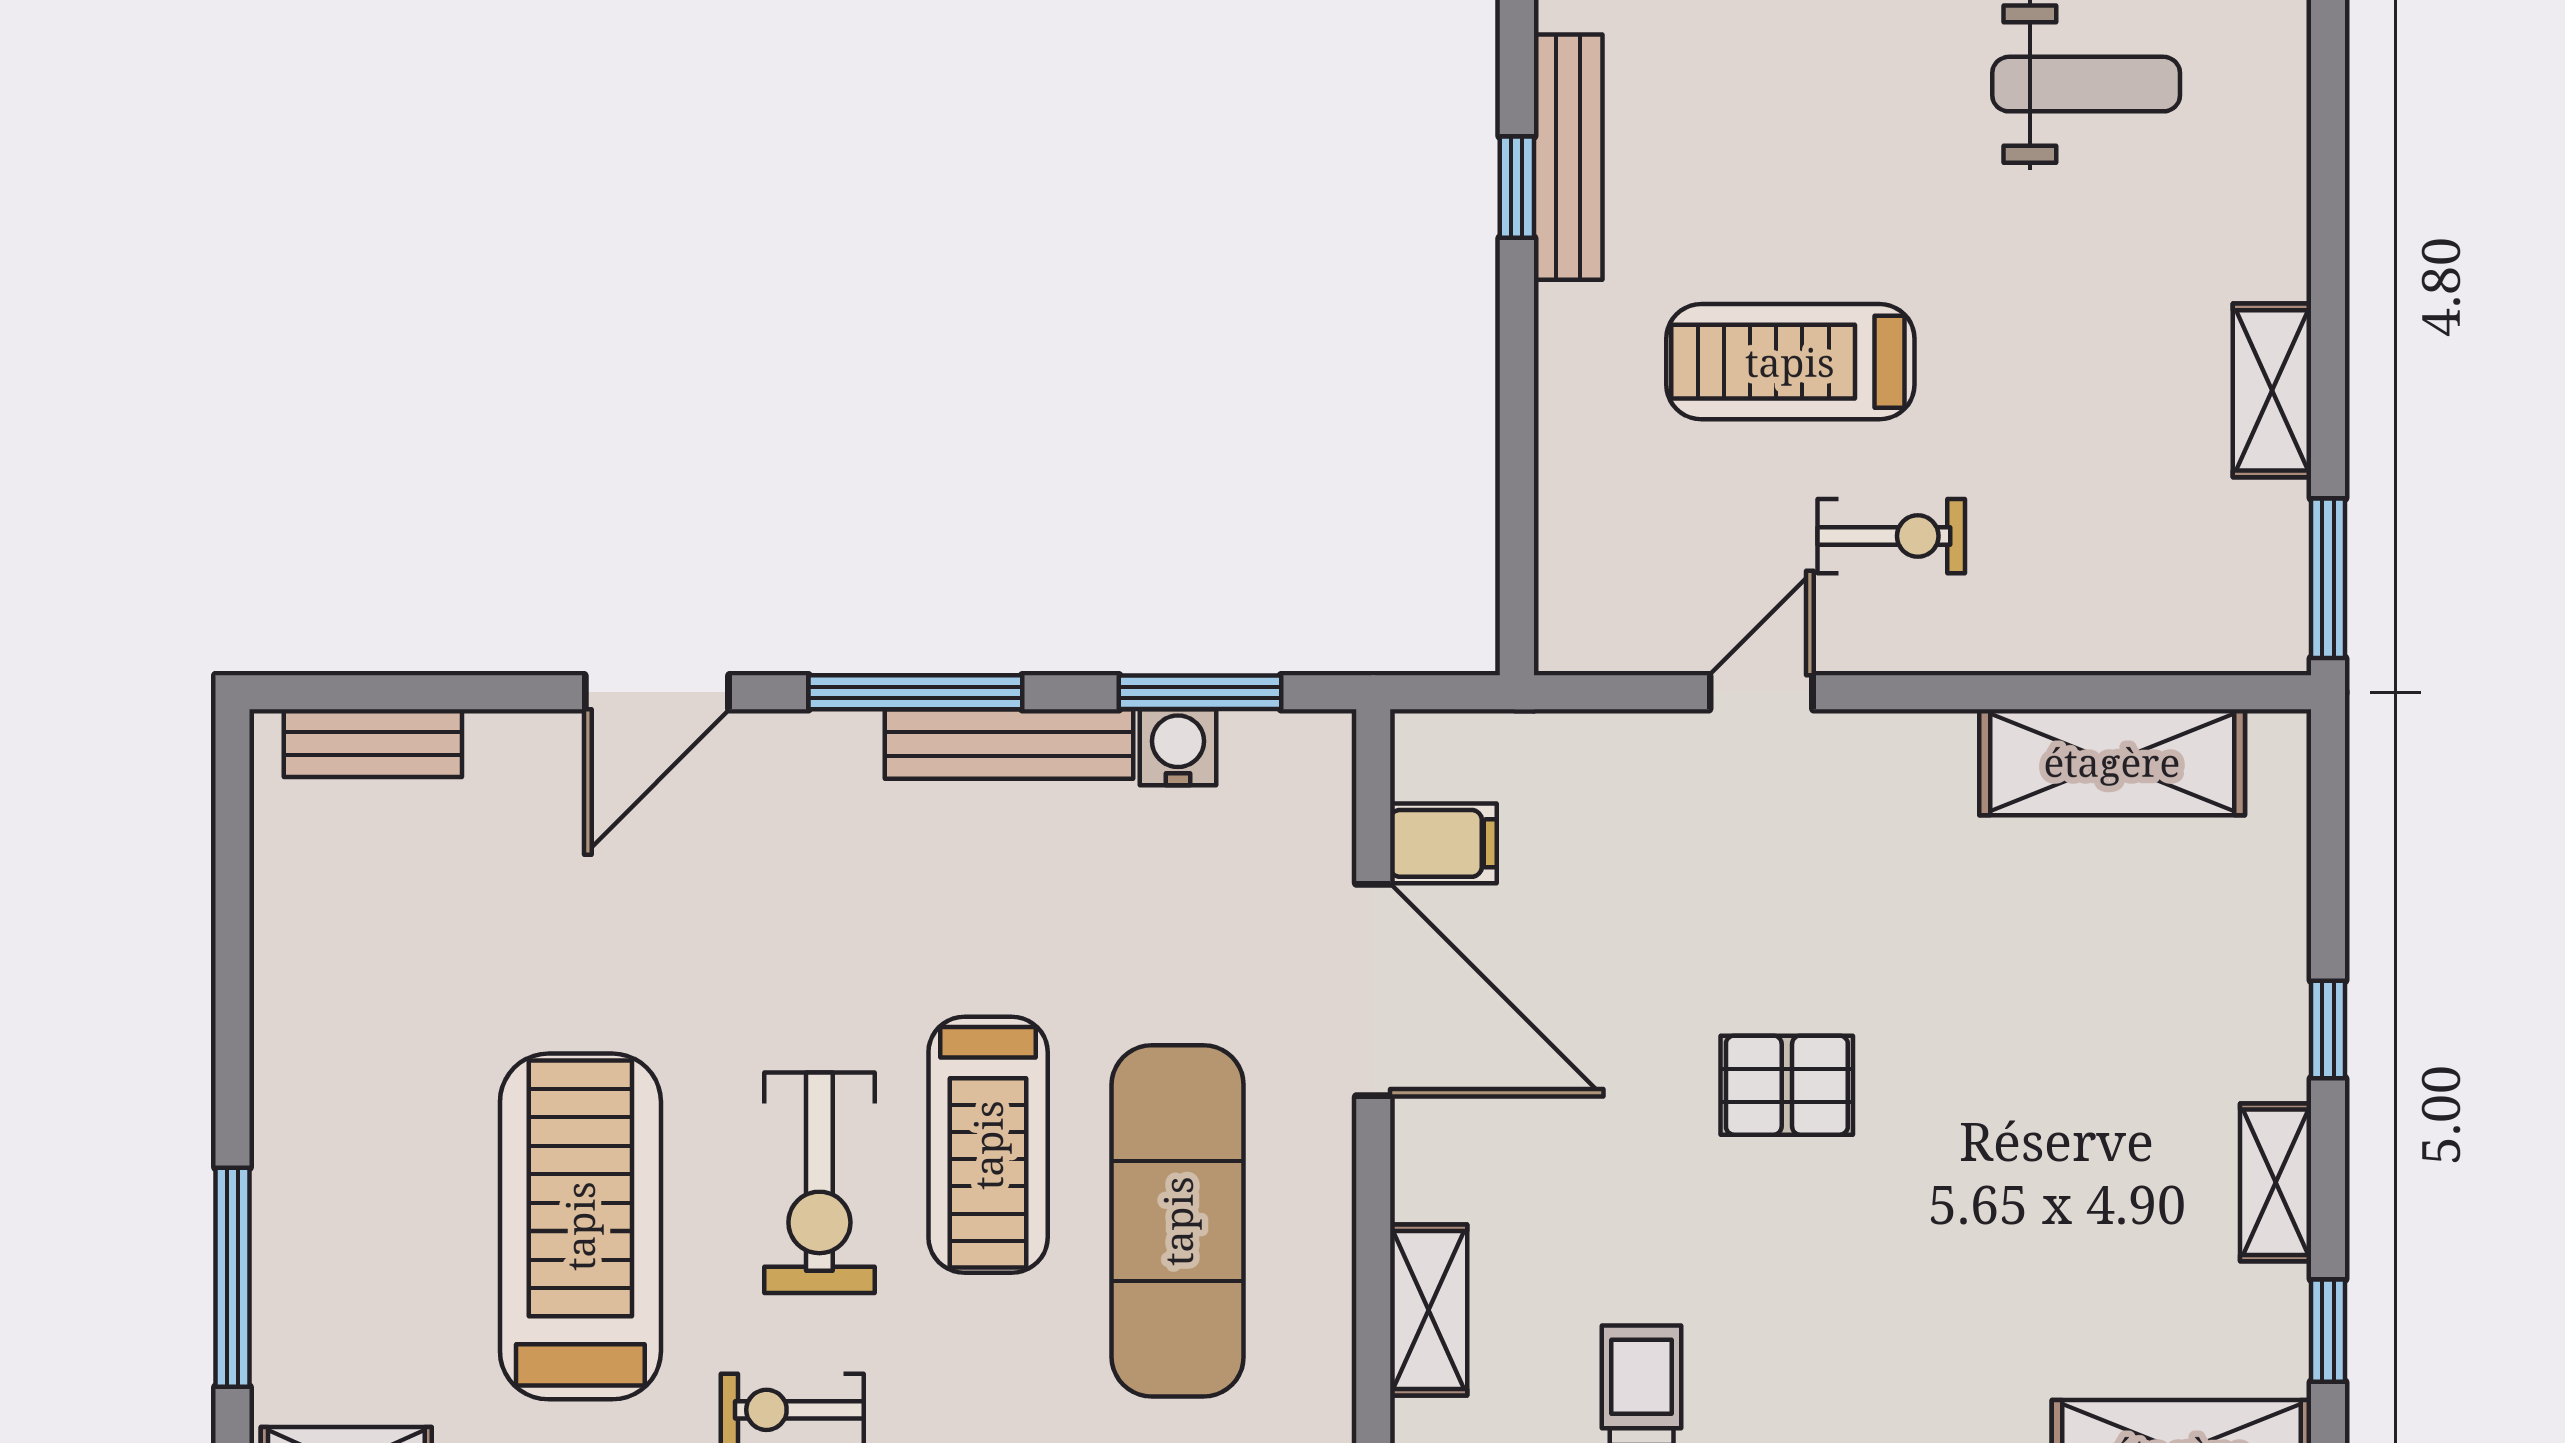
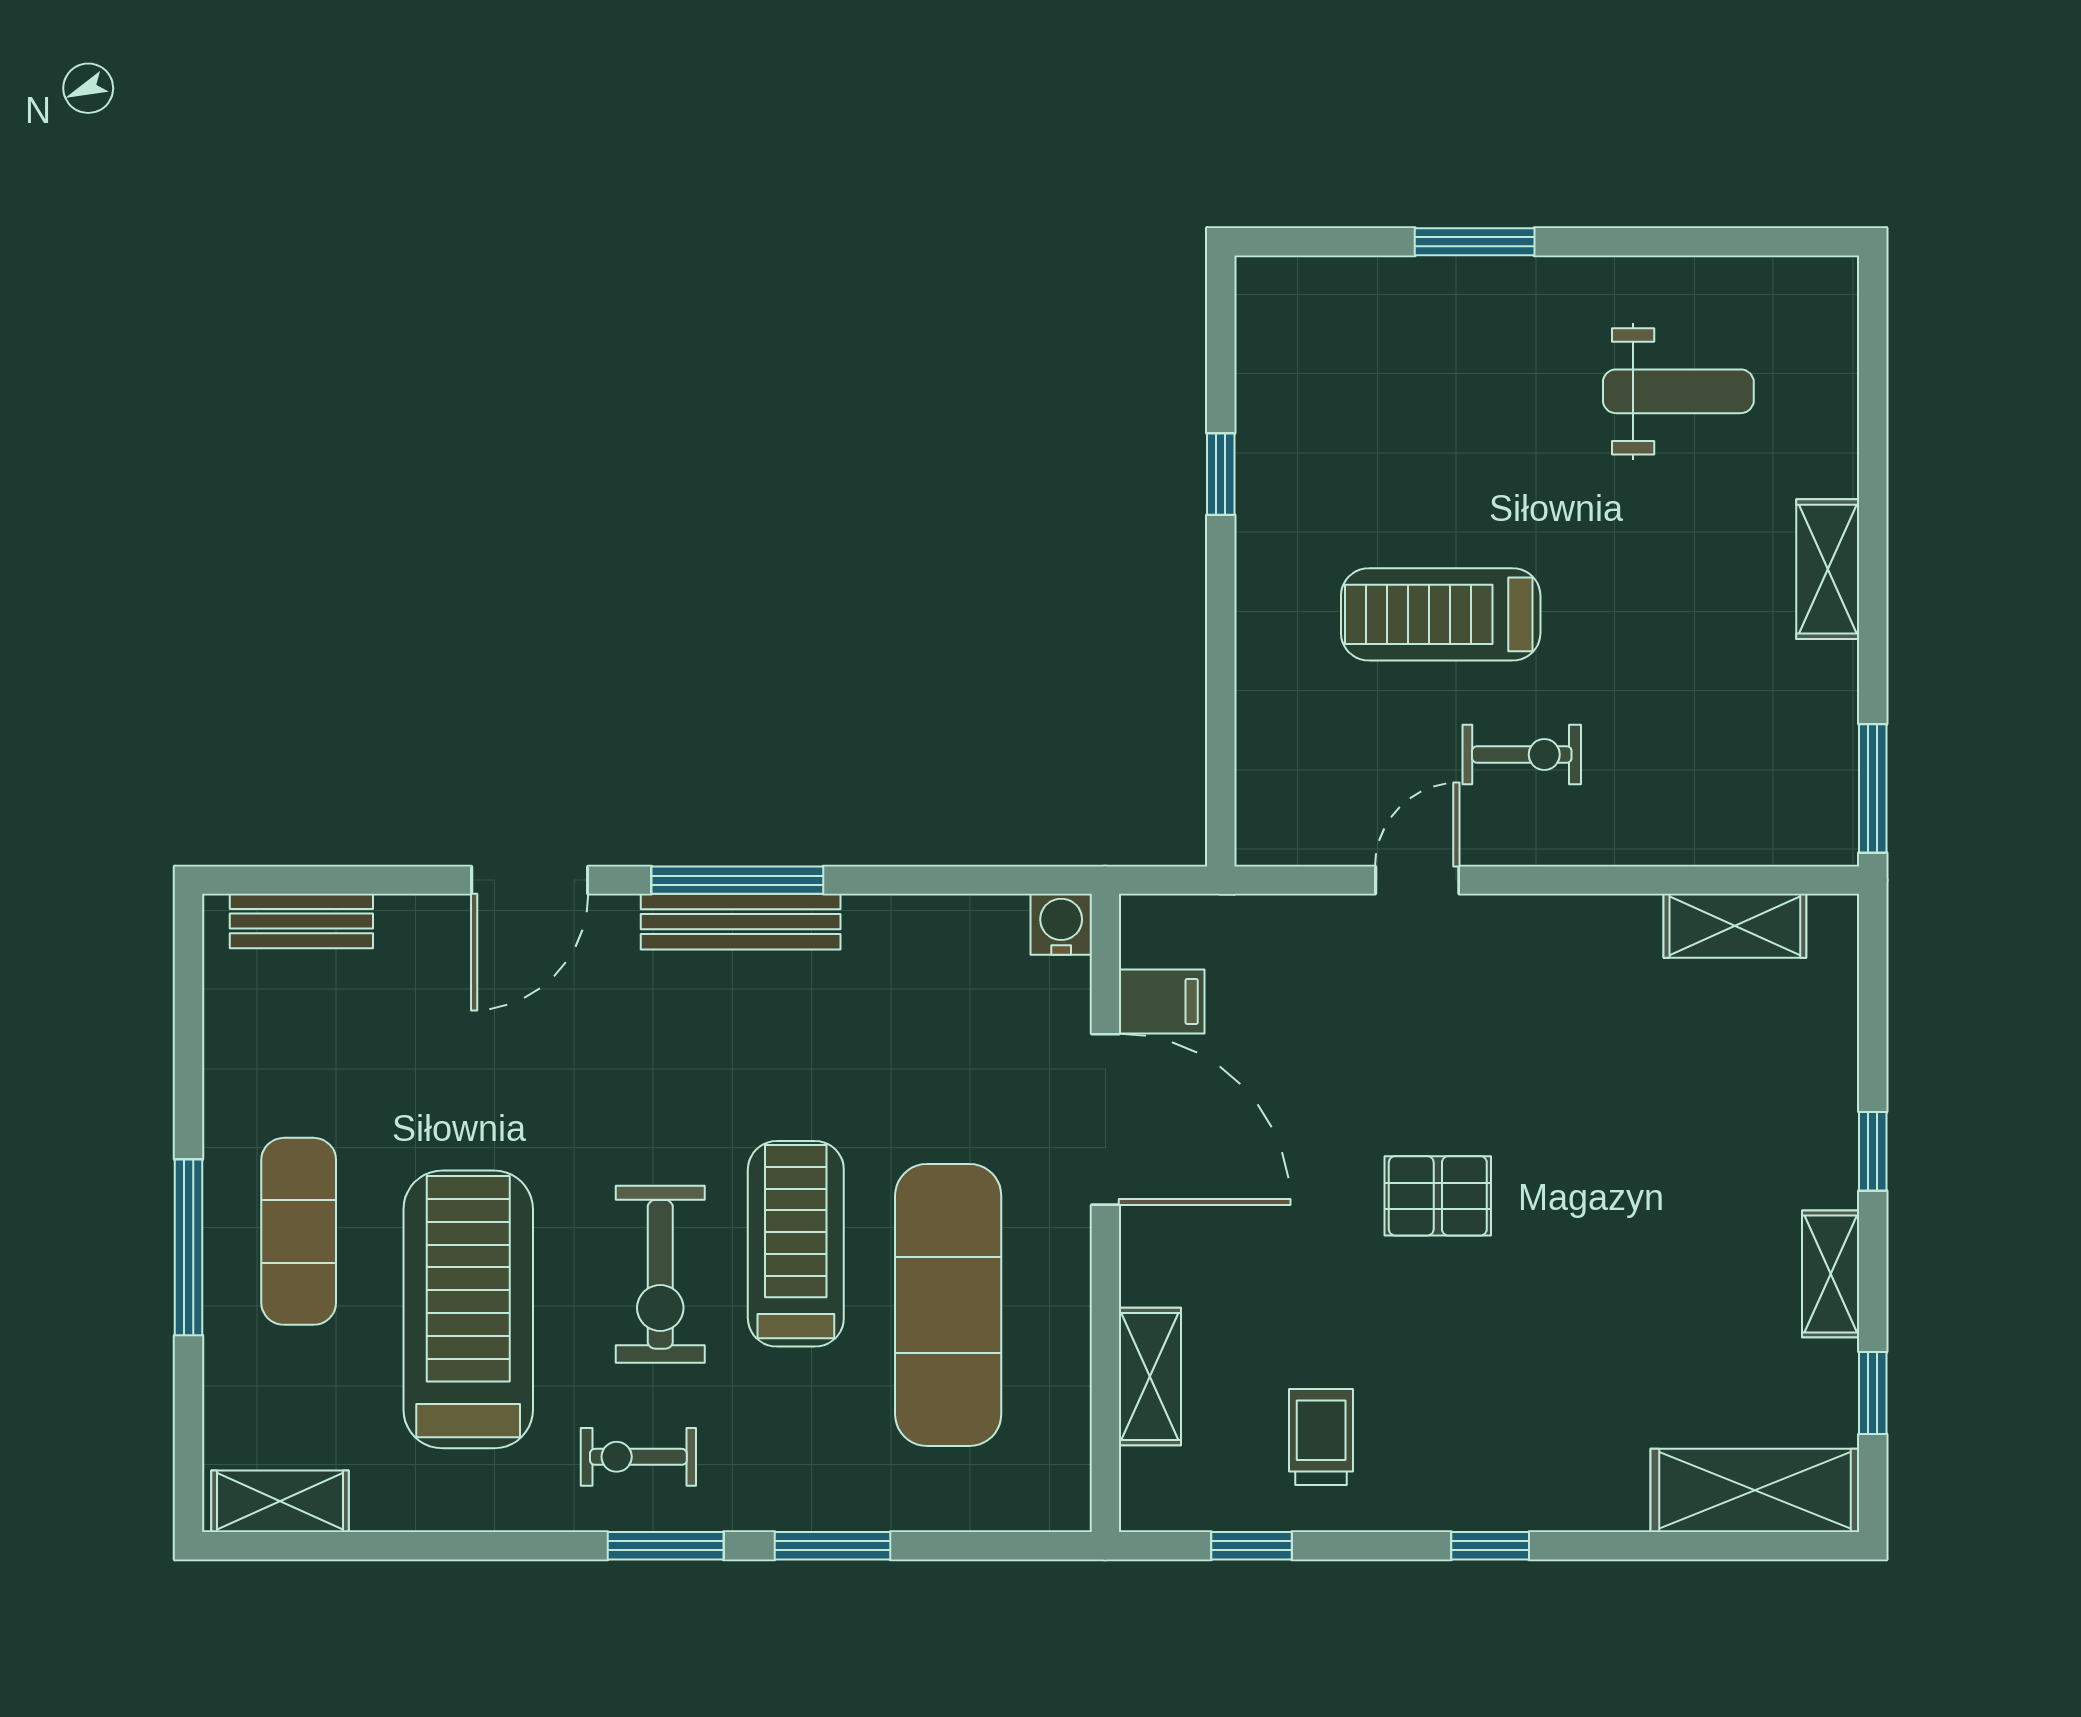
bench: (1568, 157) -> (1262, 450), removed
shelving: (2272, 390) -> (1828, 569), moved
window: (1200, 692) -> (966, 880), removed
bench: (1009, 744) -> (741, 922), moved
water cooler: (1178, 747) -> (1061, 924), moved
shelving: (2112, 762) -> (1735, 926), width x0.67, depth x0.75
exercise mat: (370, 1129) -> (299, 1231), added
treadmill: (988, 1145) -> (796, 1244), turned 180
window: (232, 1277) -> (189, 1247), moved

